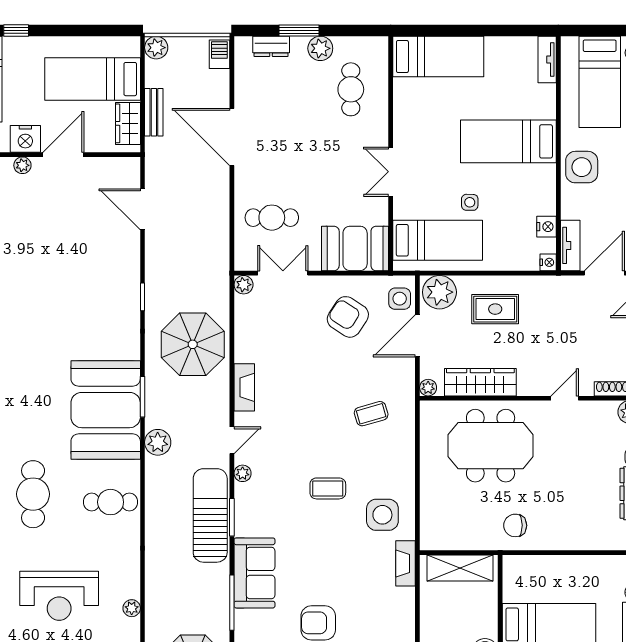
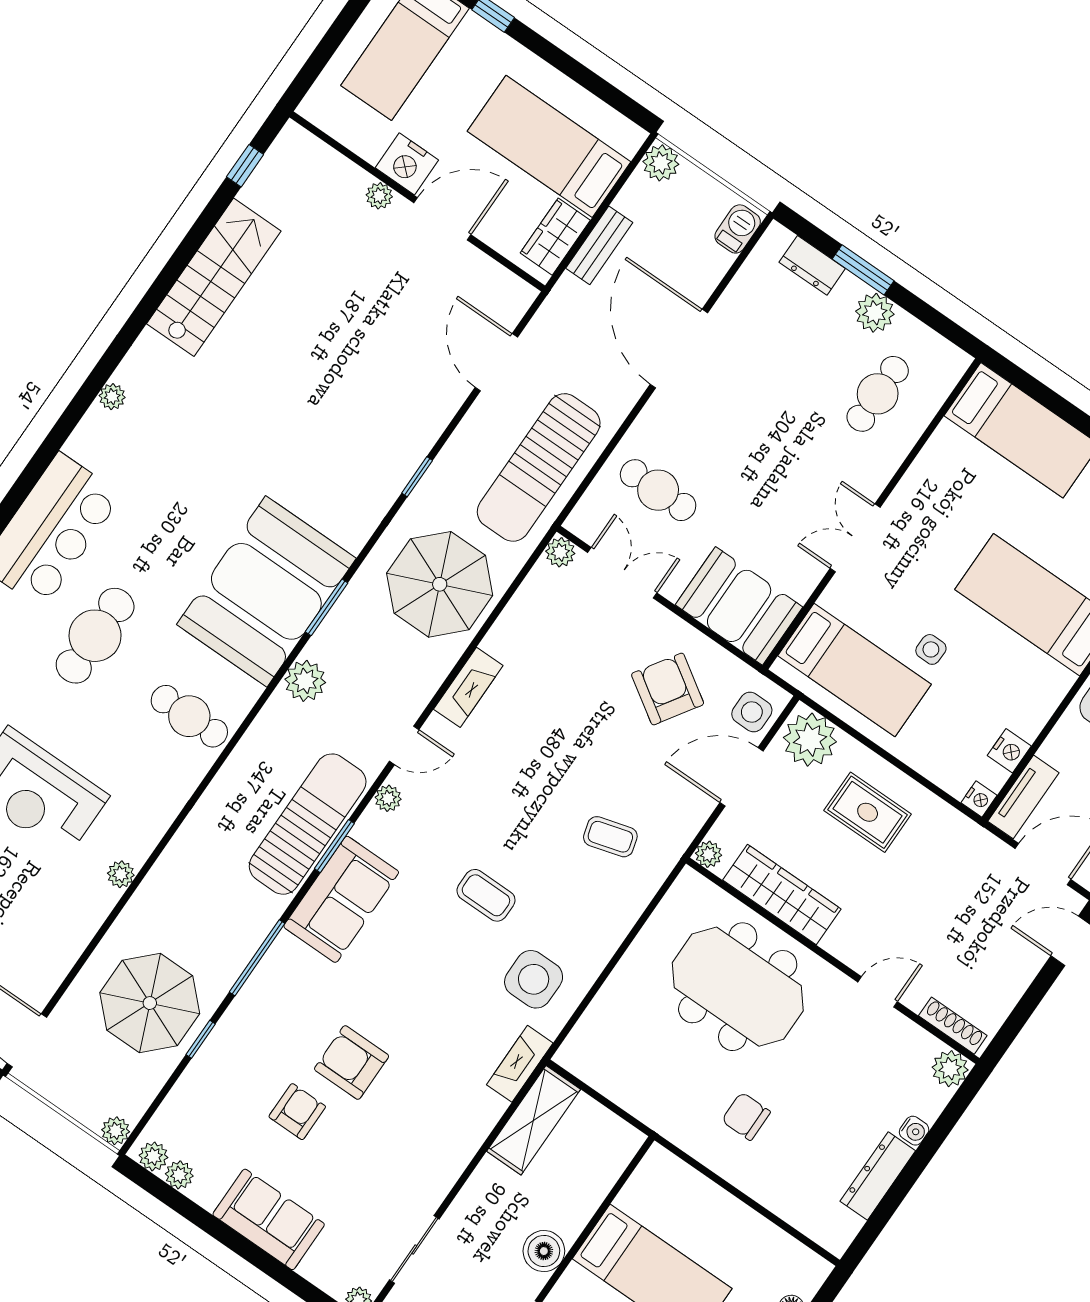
sun lounger: (202, 249) -> (539, 467), added
chair: (515, 525) -> (746, 1116), moved
shelving: (460, 568) -> (534, 1120), moved, turned 90
sofa: (254, 573) -> (341, 899), moved

